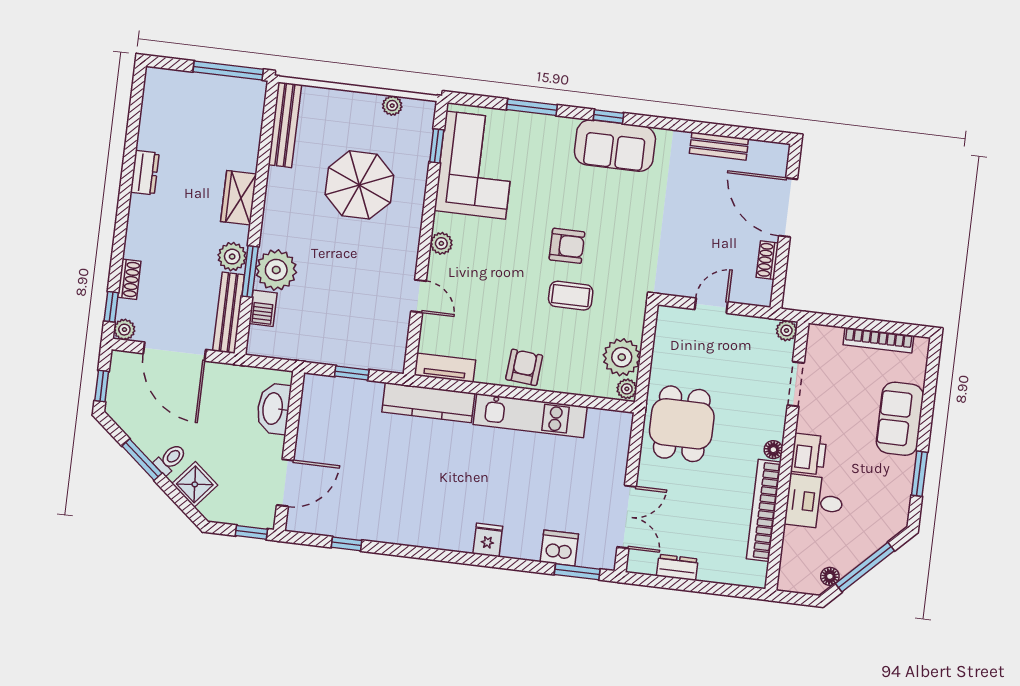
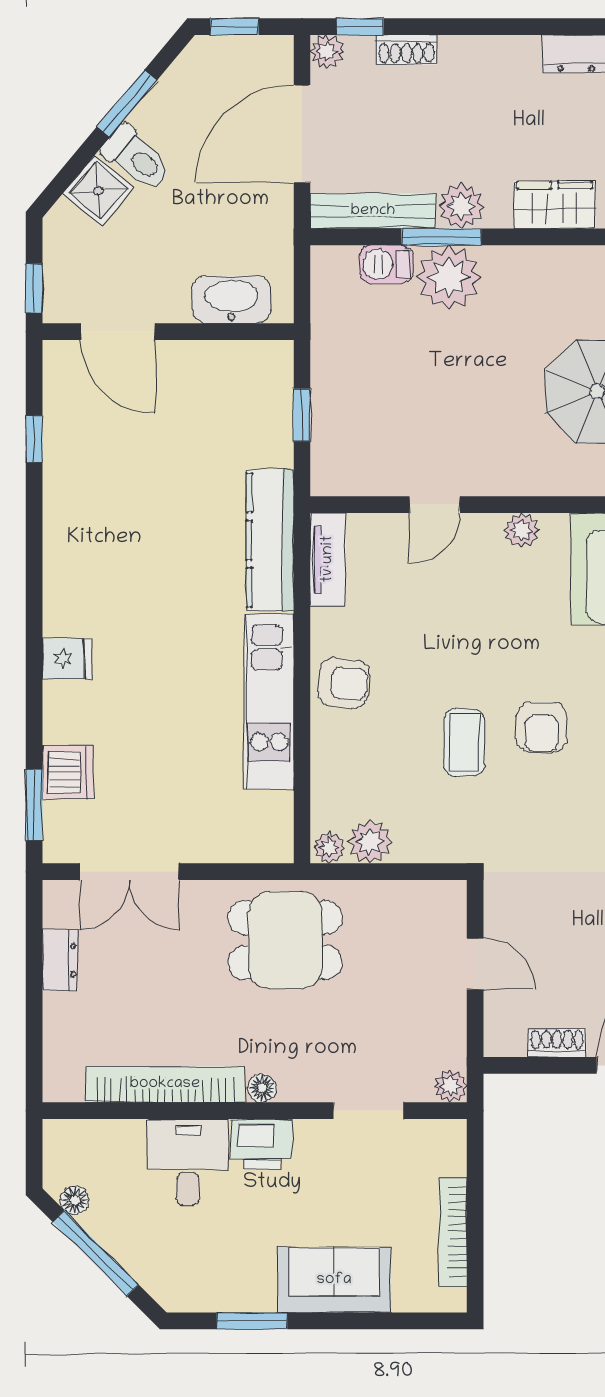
plant: (622, 357) -> (370, 842), width x0.73, depth x0.73
toilet: (170, 459) -> (137, 158), width x1.37, depth x1.39

